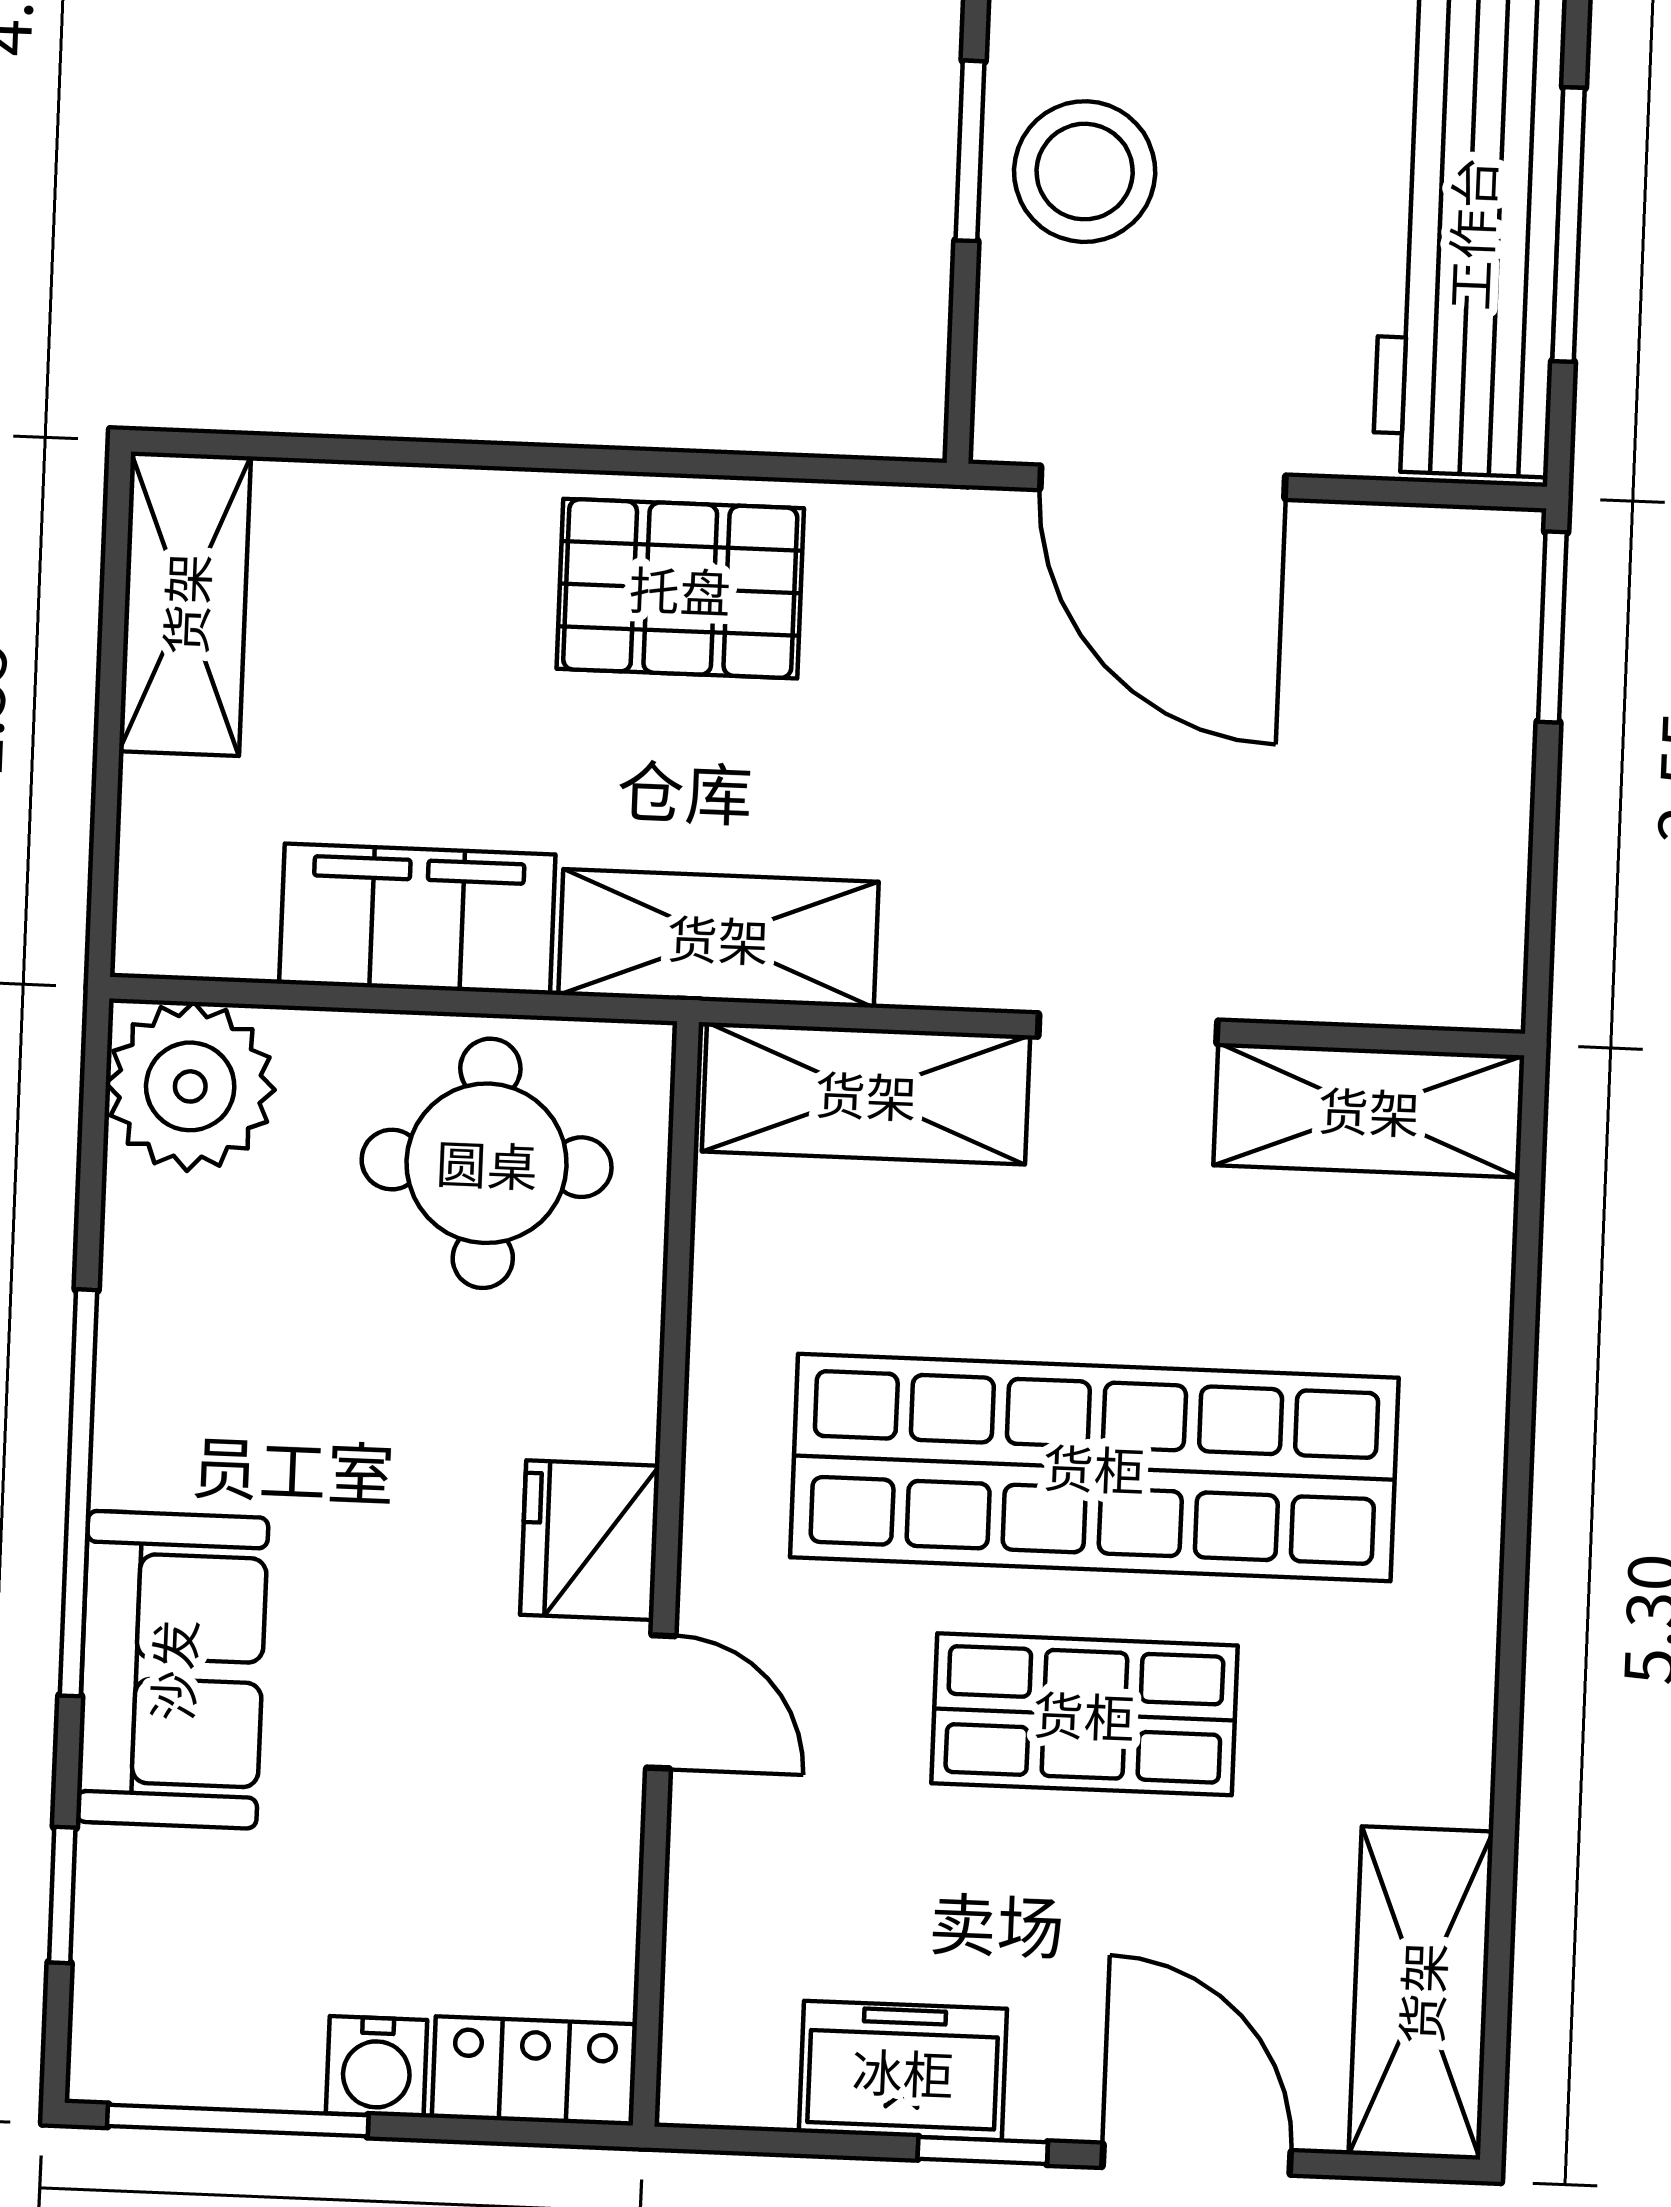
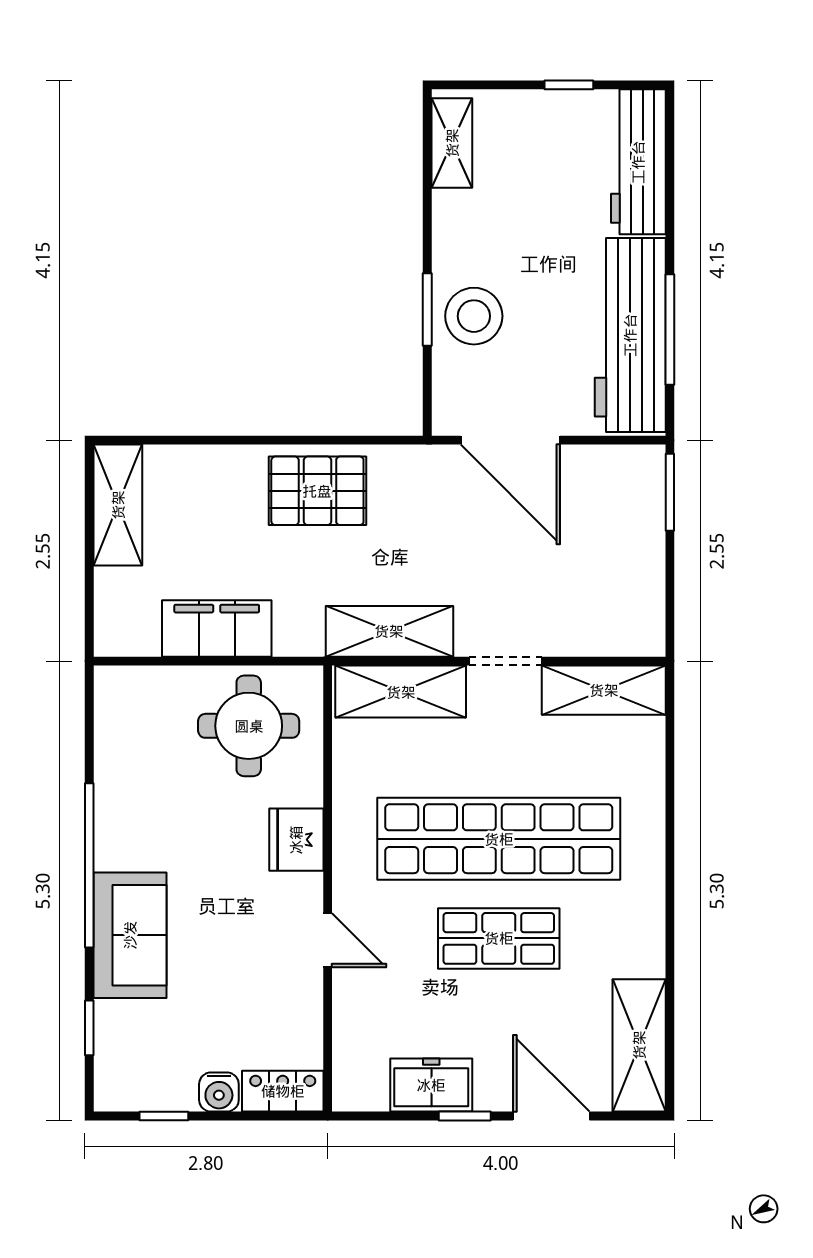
shelving: (718, 938) -> (389, 631), moved
plant: (190, 1086) -> (128, 700), removed
fridge: (590, 1540) -> (296, 840), moved
window: (238, 2121) -> (164, 1116), width x0.46

